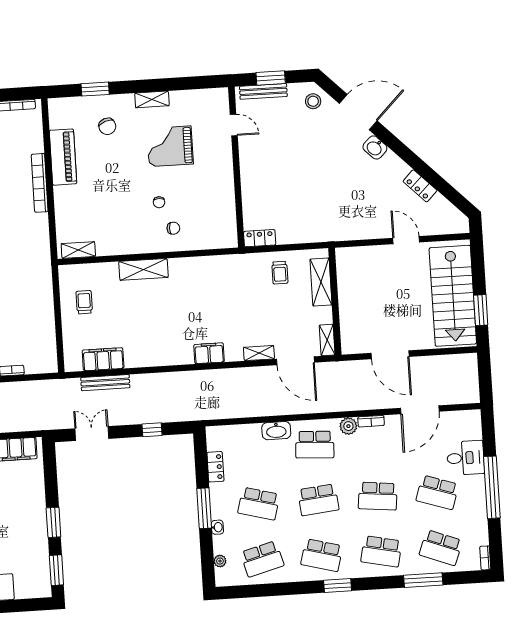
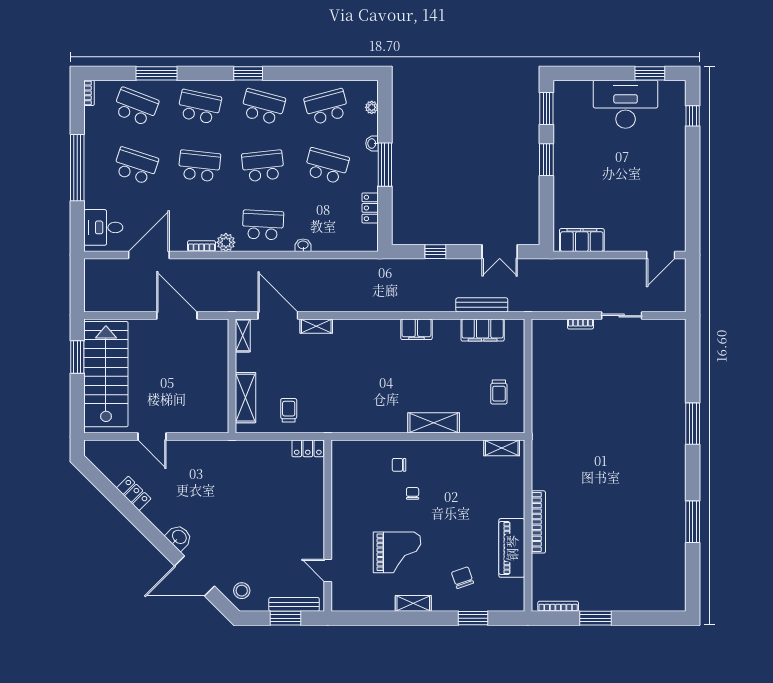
filing cabinet: (209, 353) -> (416, 329), moved
washbasin: (276, 431) -> (303, 245), width x0.52, depth x0.69
desk: (466, 458) -> (103, 227), moved

